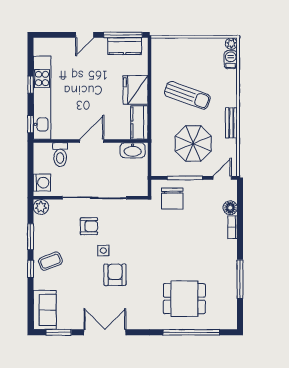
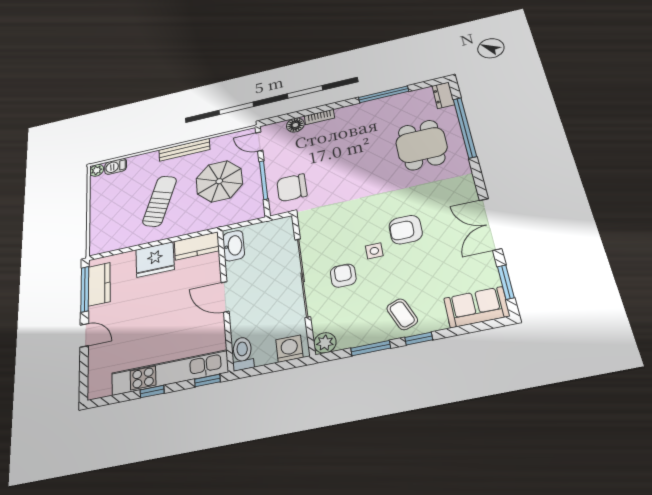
bench: (231, 123) -> (184, 150), width x1.36
toilet: (60, 155) -> (243, 353), moved, turned -90
chair: (172, 199) -> (292, 188), turned 180
dresser: (226, 323) -> (443, 95), added

